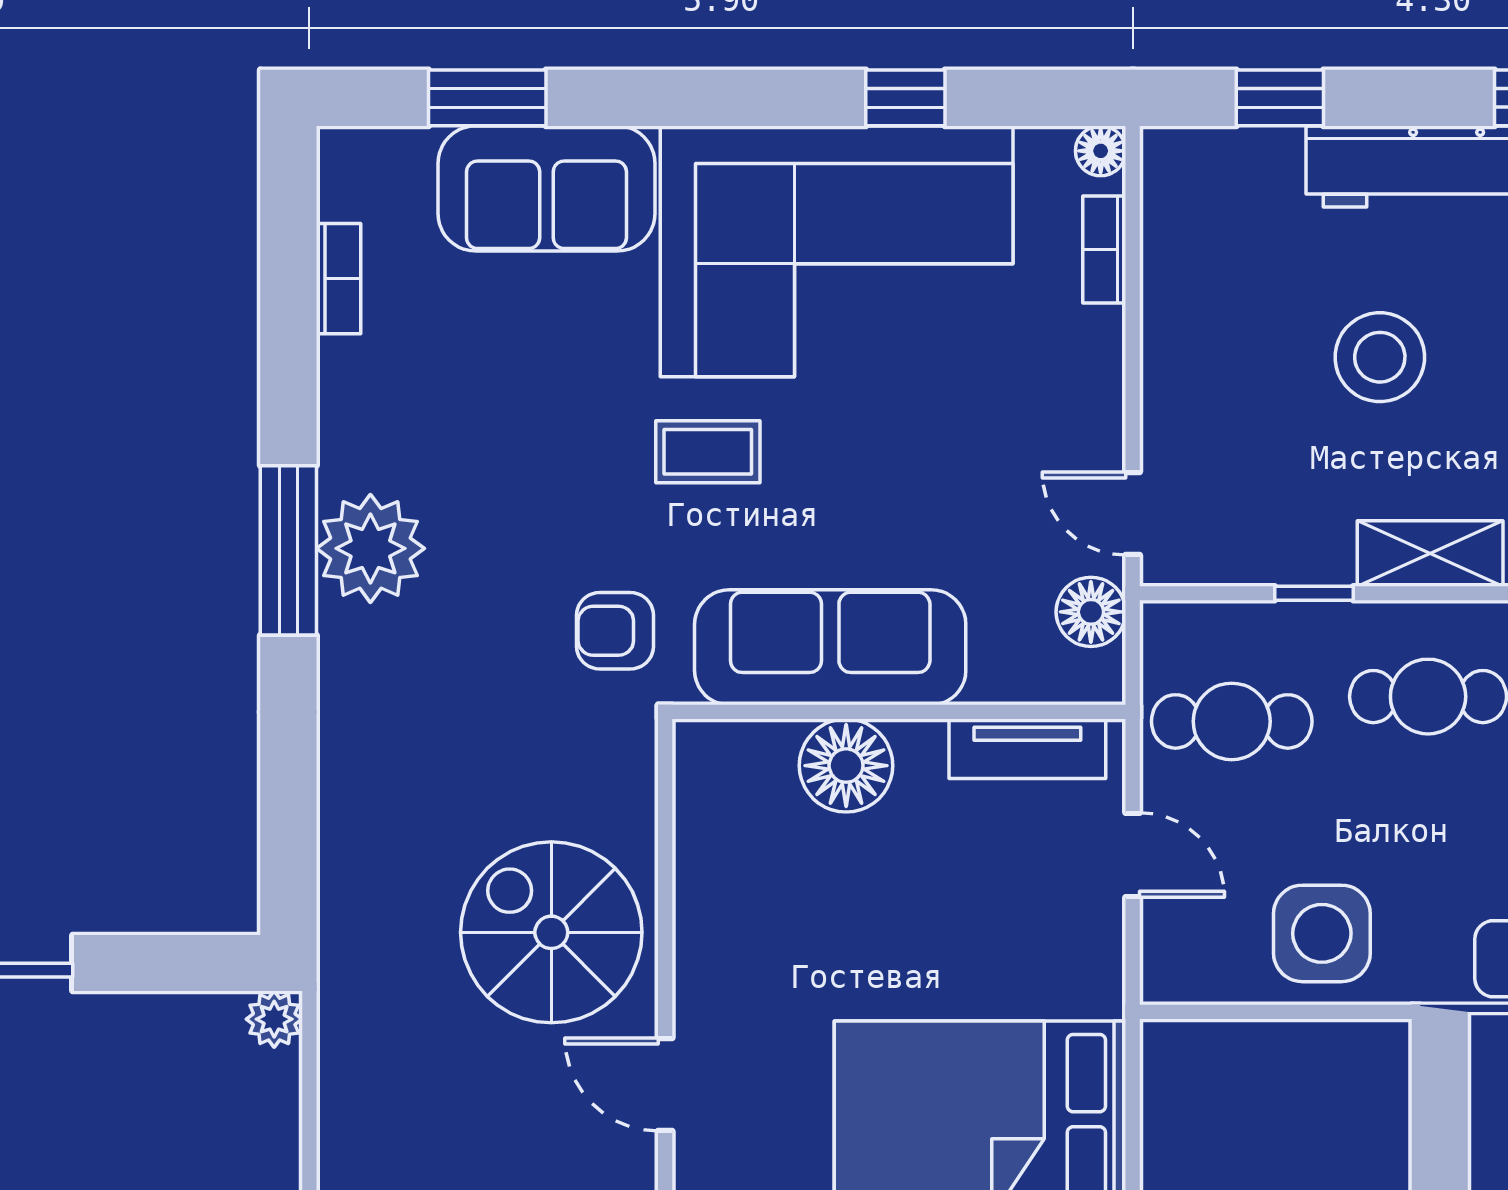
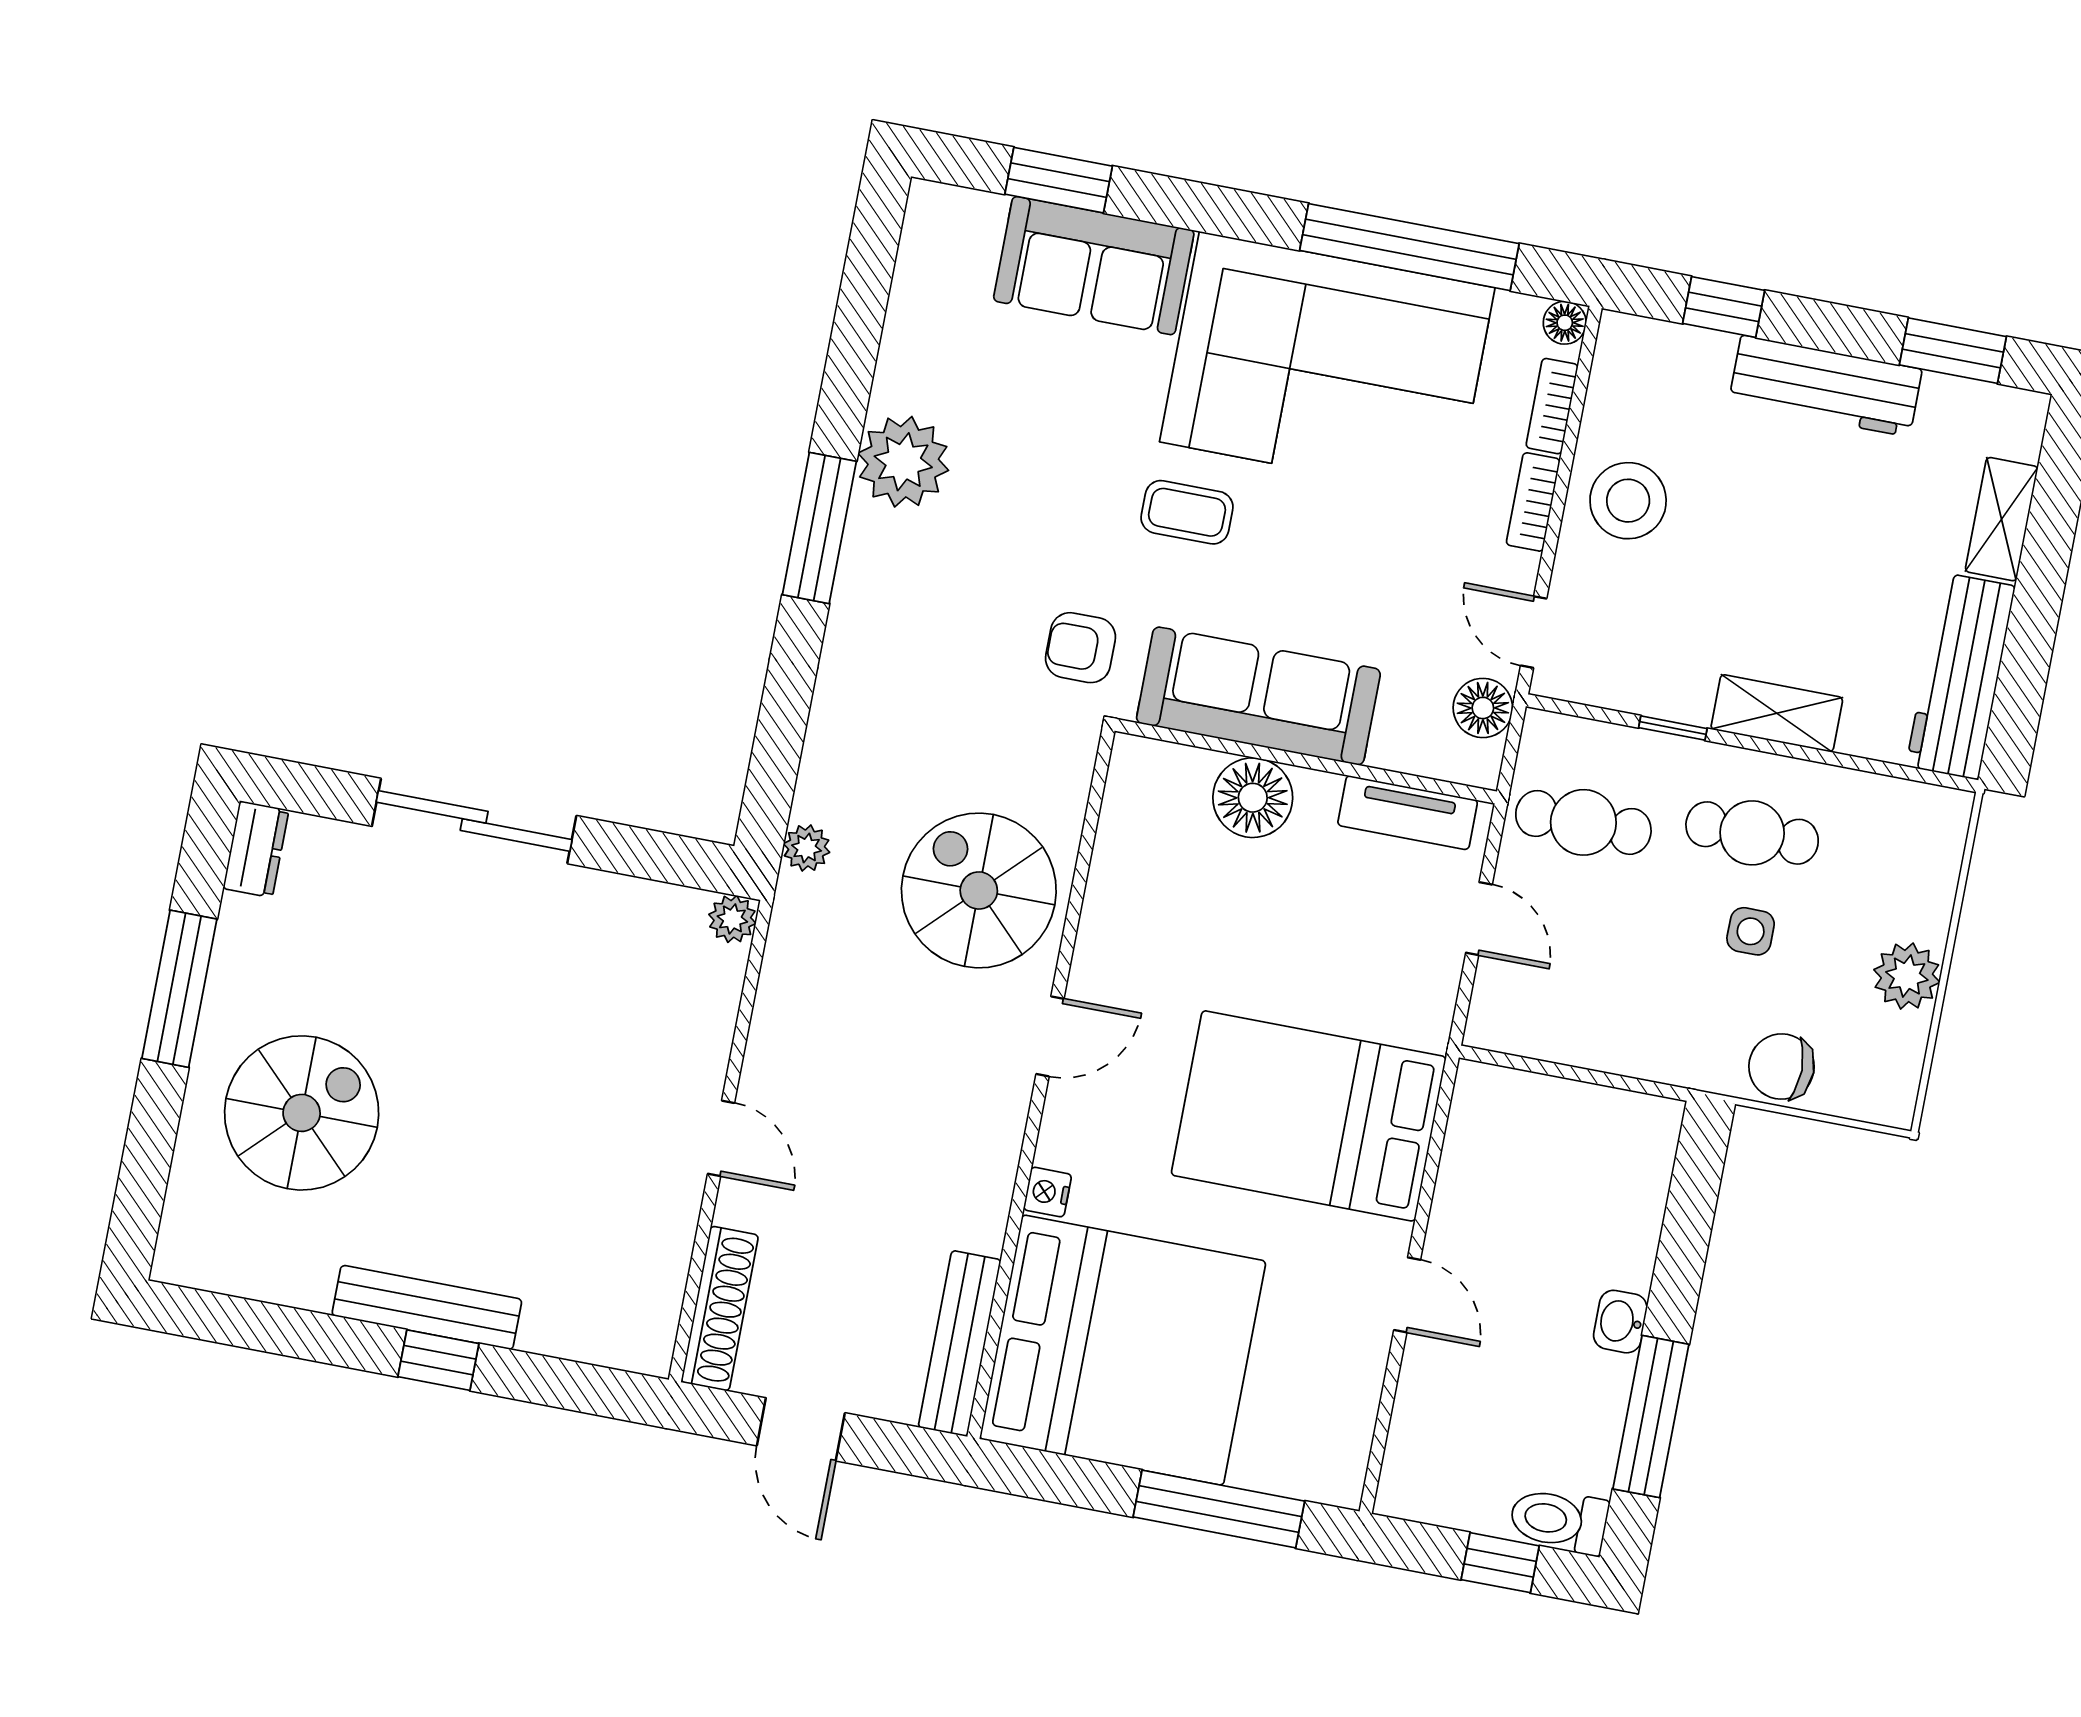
window: (905, 98) -> (1409, 247), width x3.17
bookcase: (338, 279) -> (1533, 502), moved, turned 180
stool: (1380, 357) -> (1628, 501), moved
plant: (370, 548) -> (903, 462), moved
plant: (344, 921) -> (807, 848), added
side table: (1322, 933) -> (1751, 931), moved, width x0.54, depth x0.54
door: (665, 1084) -> (1050, 1036), swing flipped

